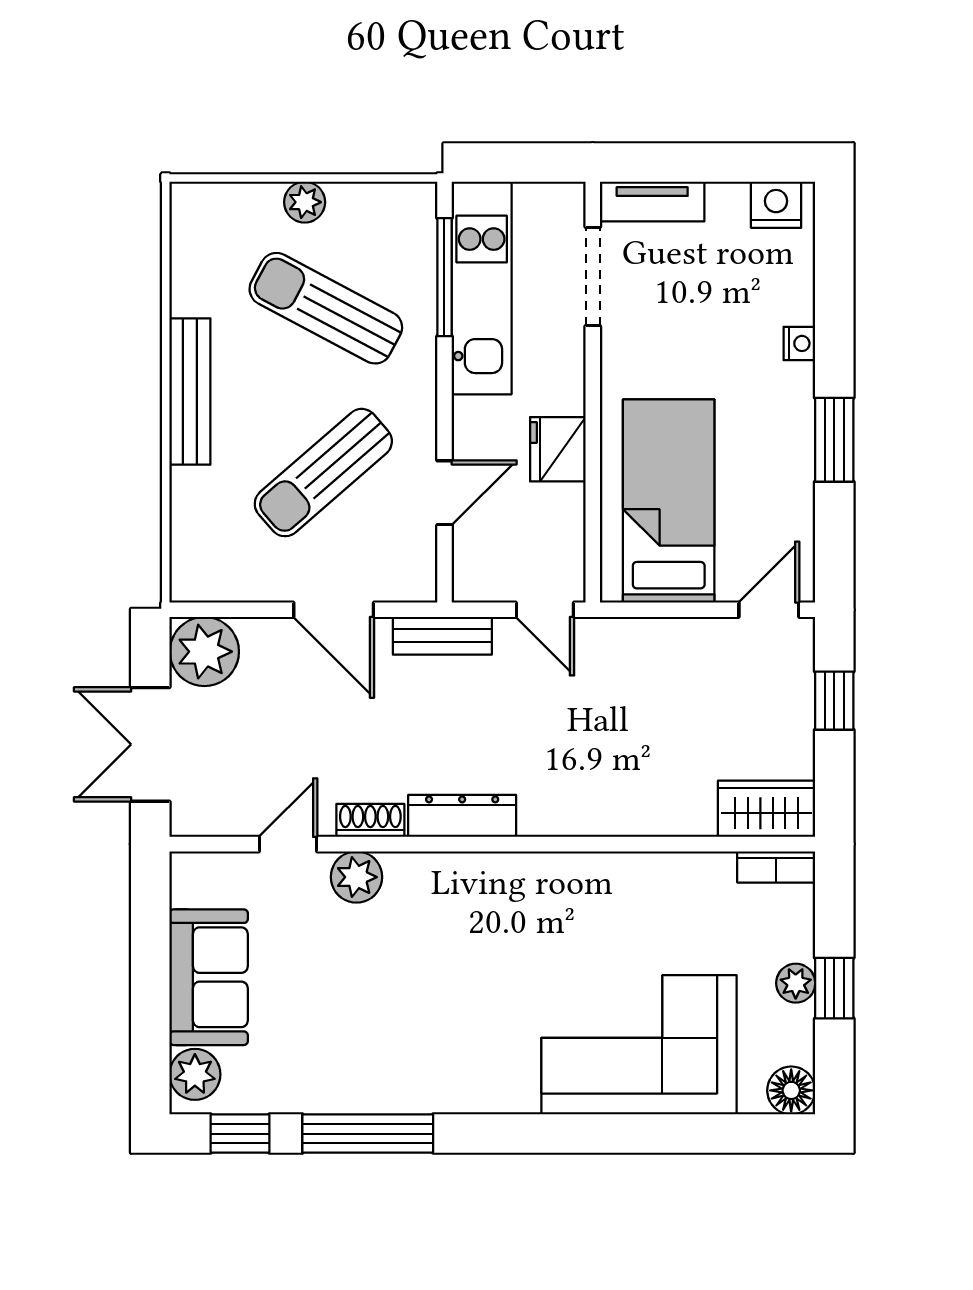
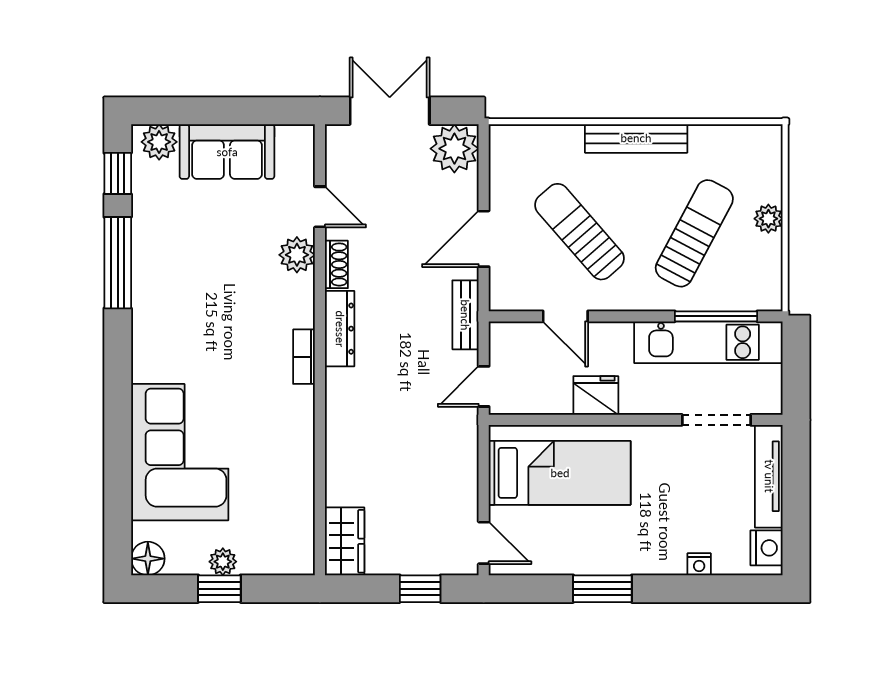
tv unit: (652, 202) -> (769, 476), width x1.41
nightstand: (799, 343) -> (699, 564), moved
bookcase: (776, 867) -> (304, 357), moved

